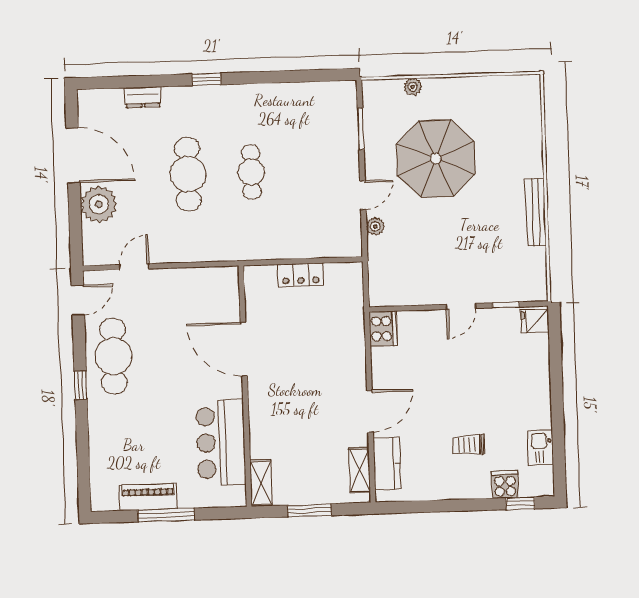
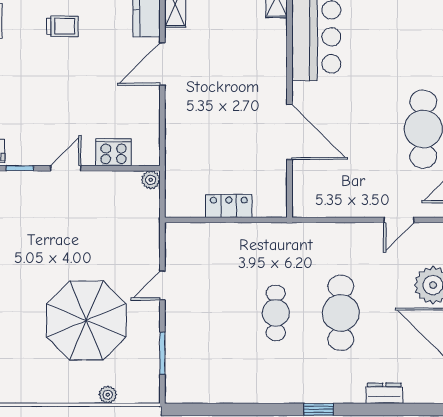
plant: (375, 226) -> (151, 180), moved
cooker: (383, 329) -> (114, 152), moved, turned 90

